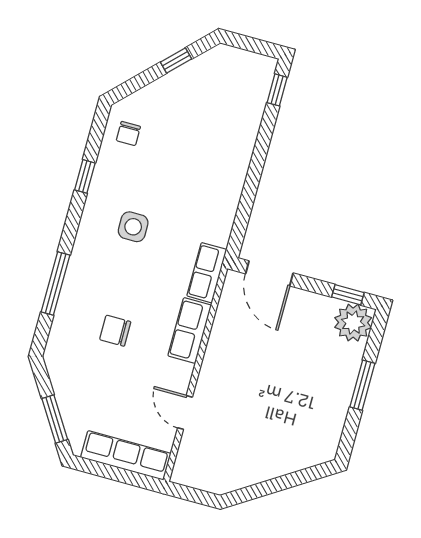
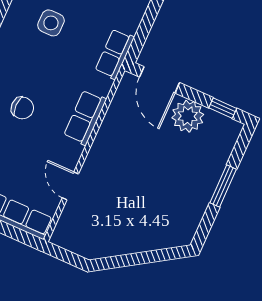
row of seats: (207, 273) -> (115, 54), moved
plant: (353, 323) -> (188, 116), moved
chair: (115, 331) -> (22, 108), turned 180

